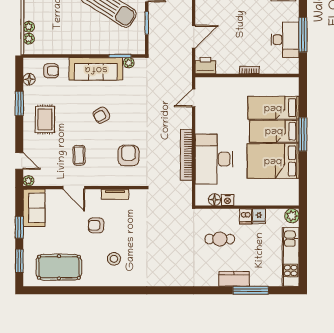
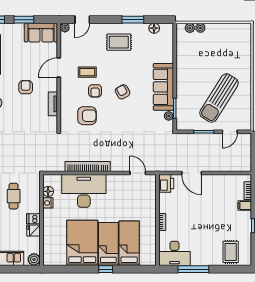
desk: (285, 40) -> (174, 253), moved
armchair: (51, 71) -> (95, 91), moved
window: (303, 134) -> (106, 269), width x0.46

